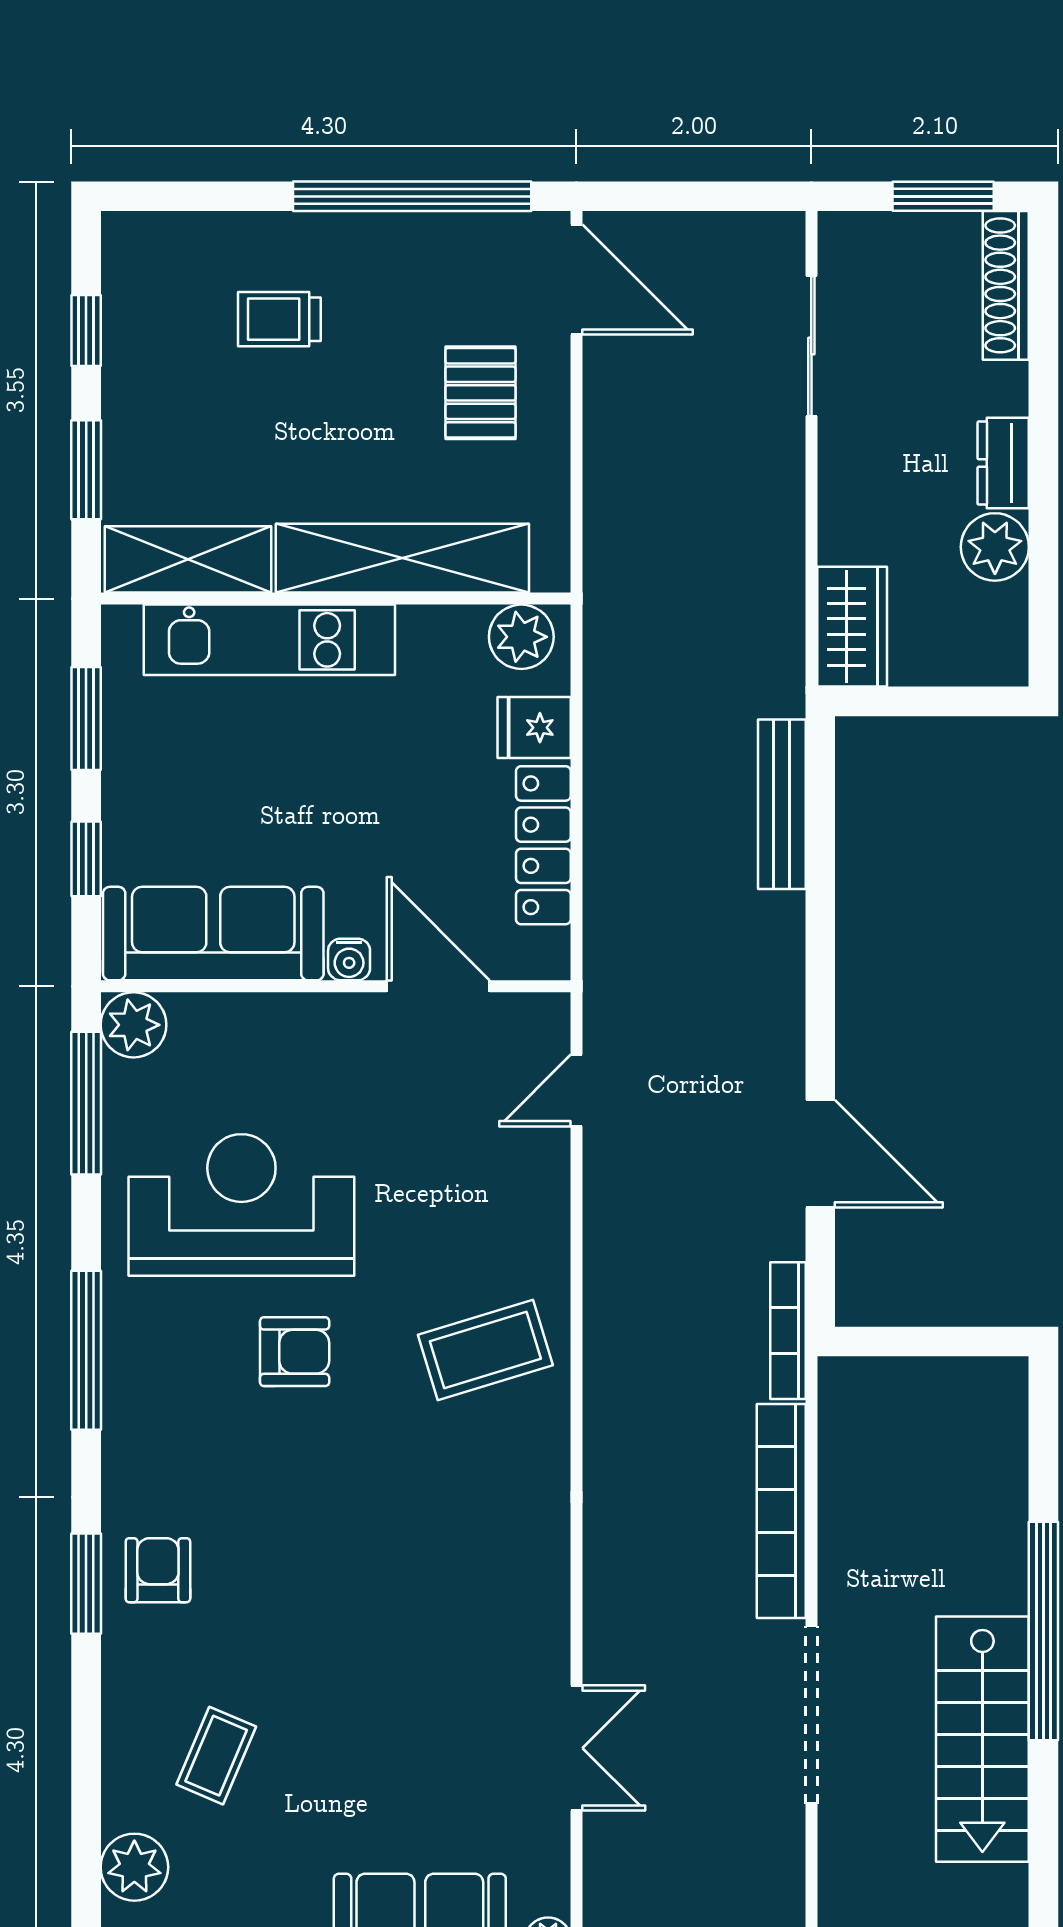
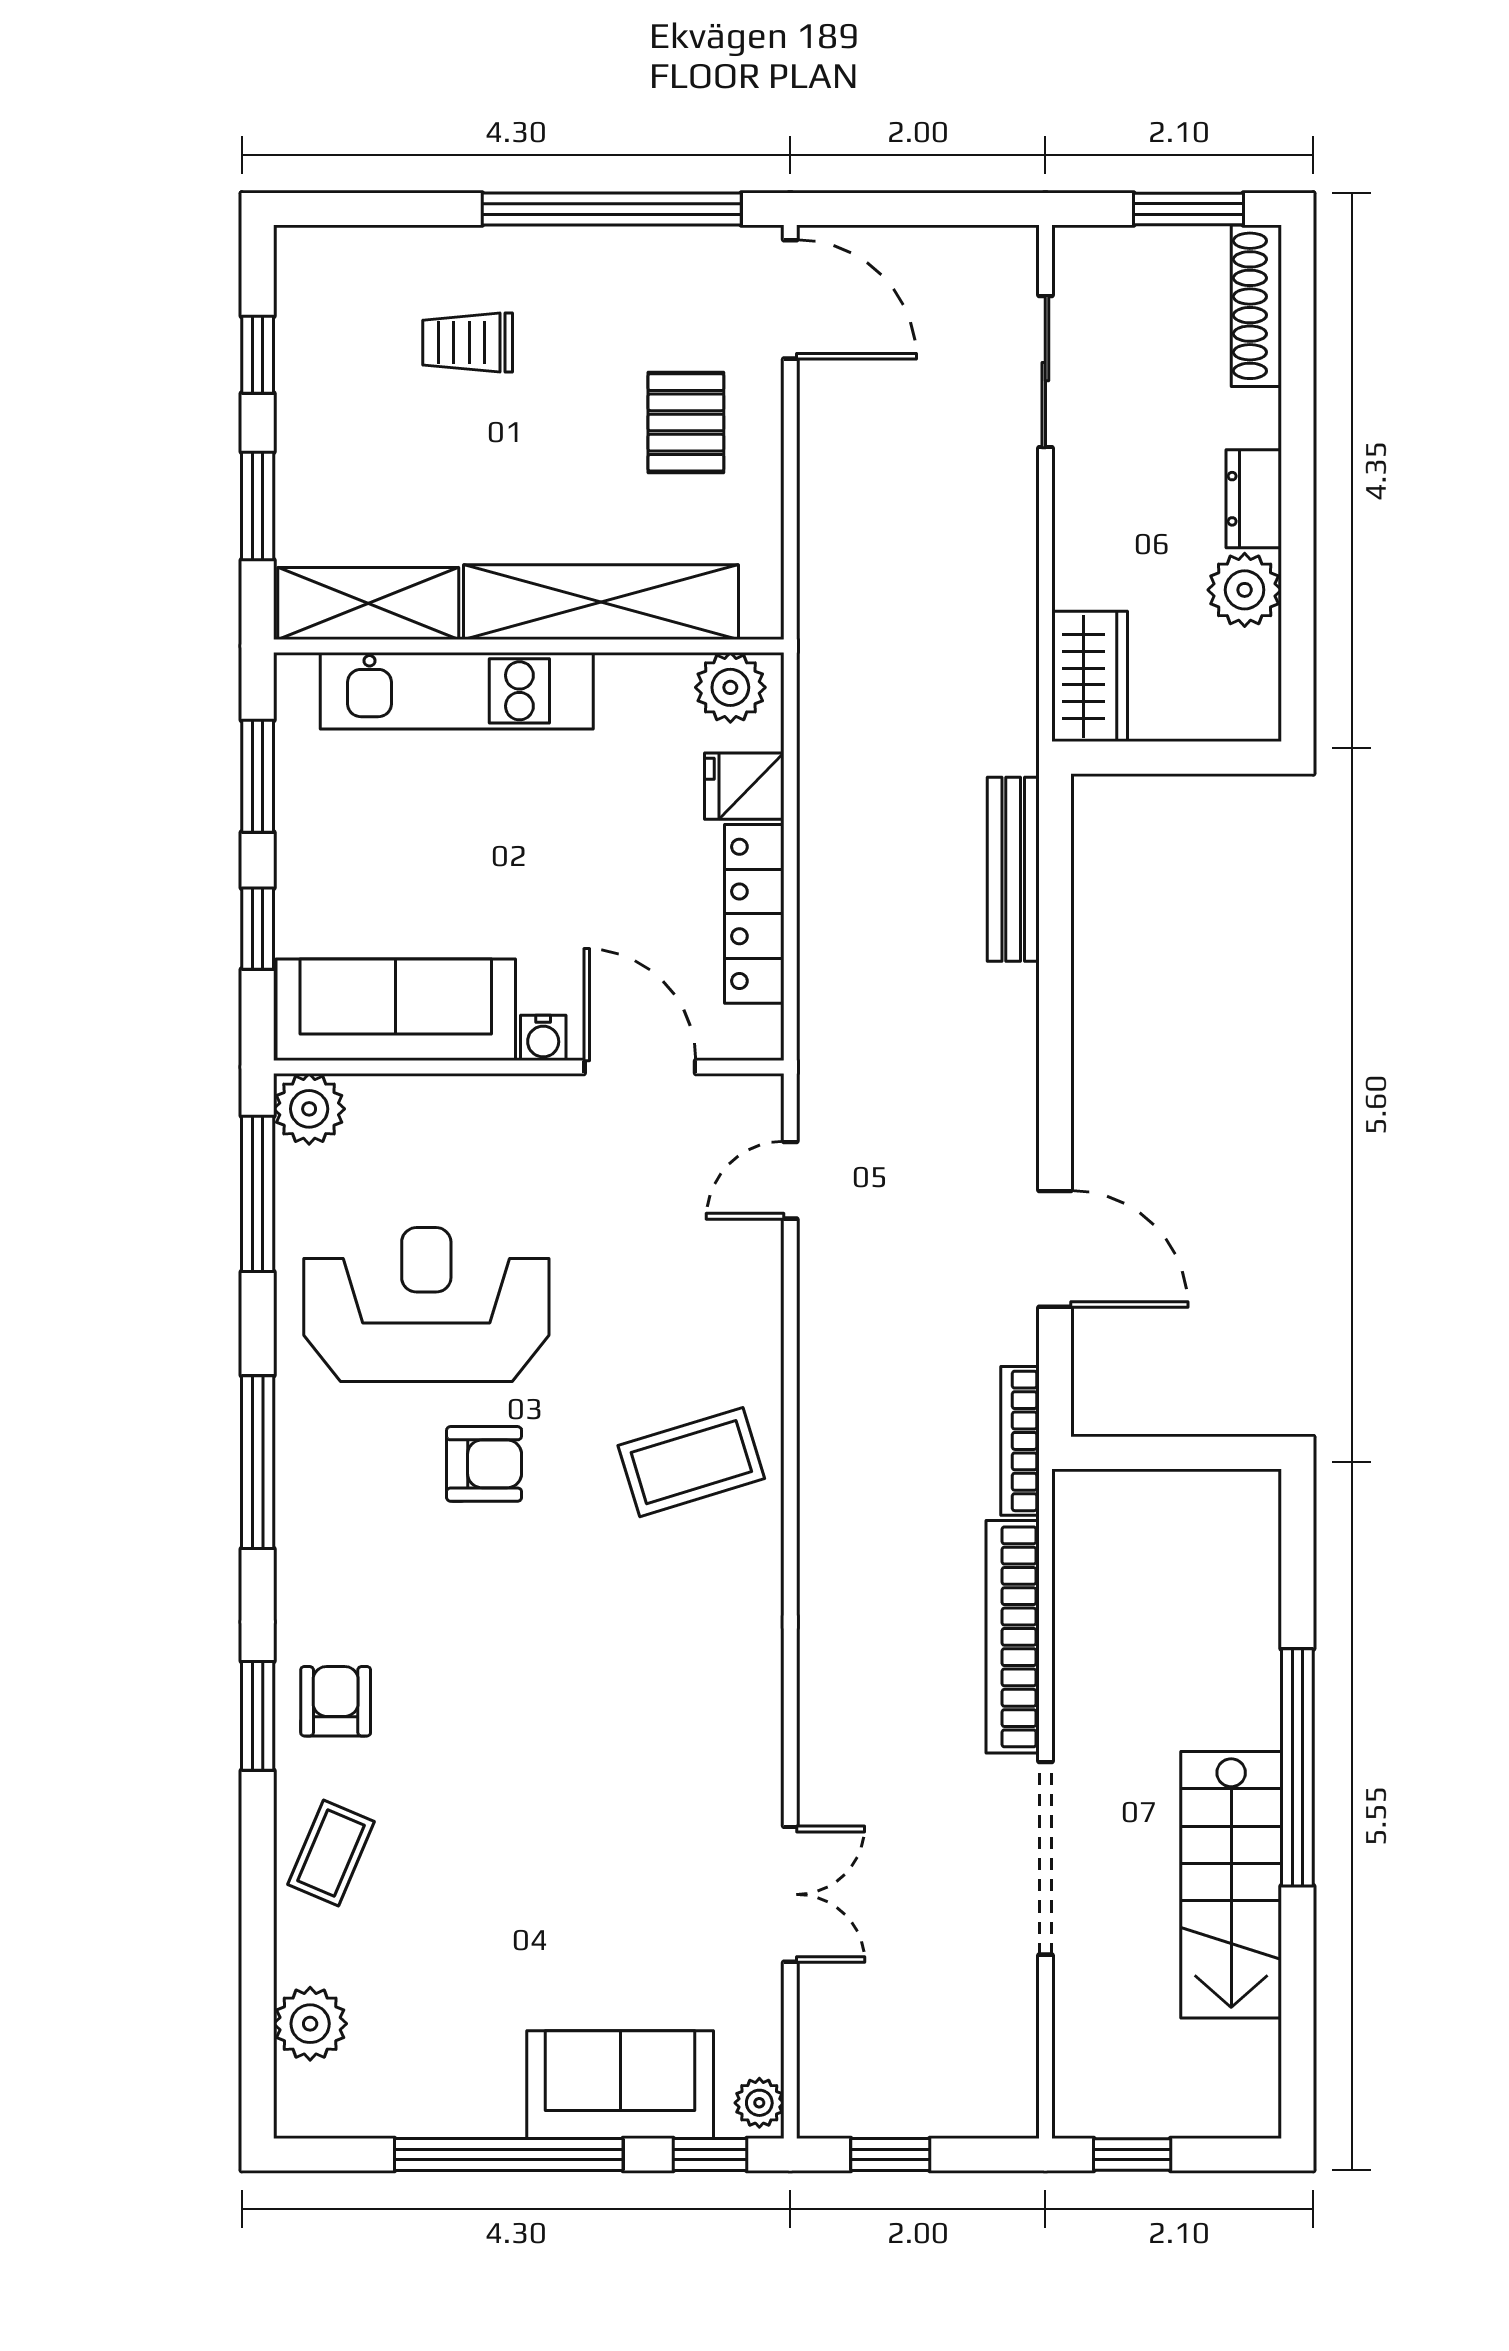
coffee table: (216, 1756) -> (331, 1853), moved

